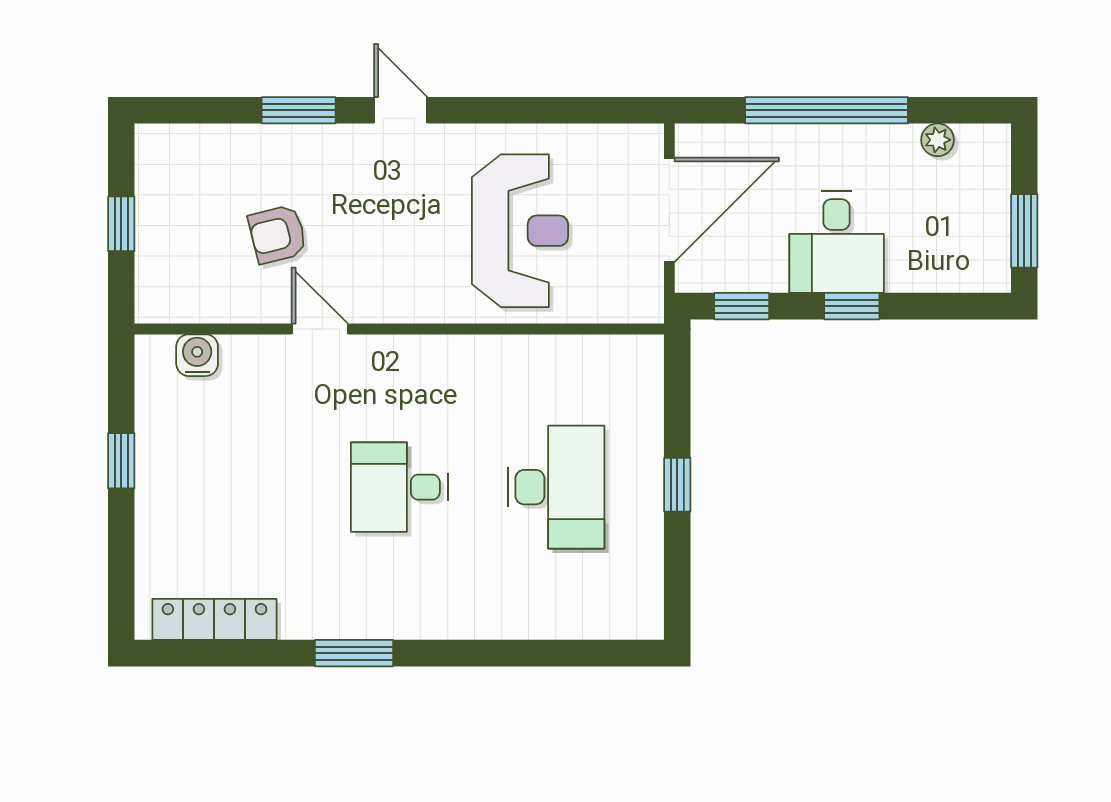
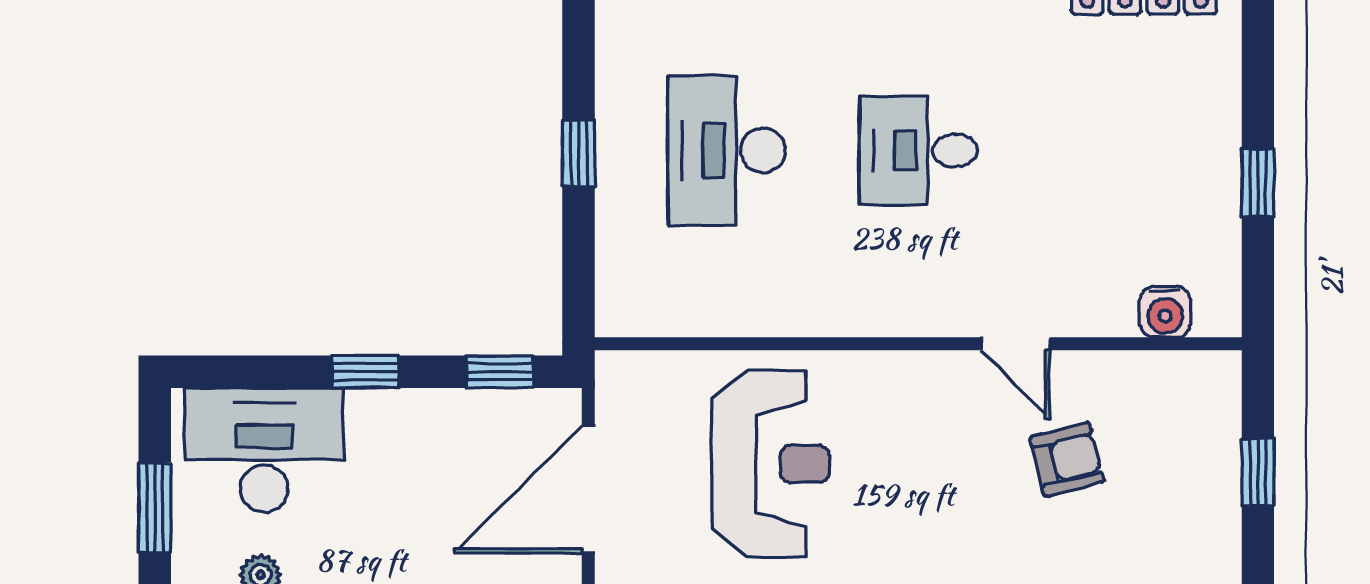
reception desk: (520, 231) -> (771, 464), turned 180
window: (1024, 231) -> (155, 508), moved
desk: (837, 242) -> (264, 450), moved, width x1.37
desk: (399, 487) -> (918, 151), turned 180

